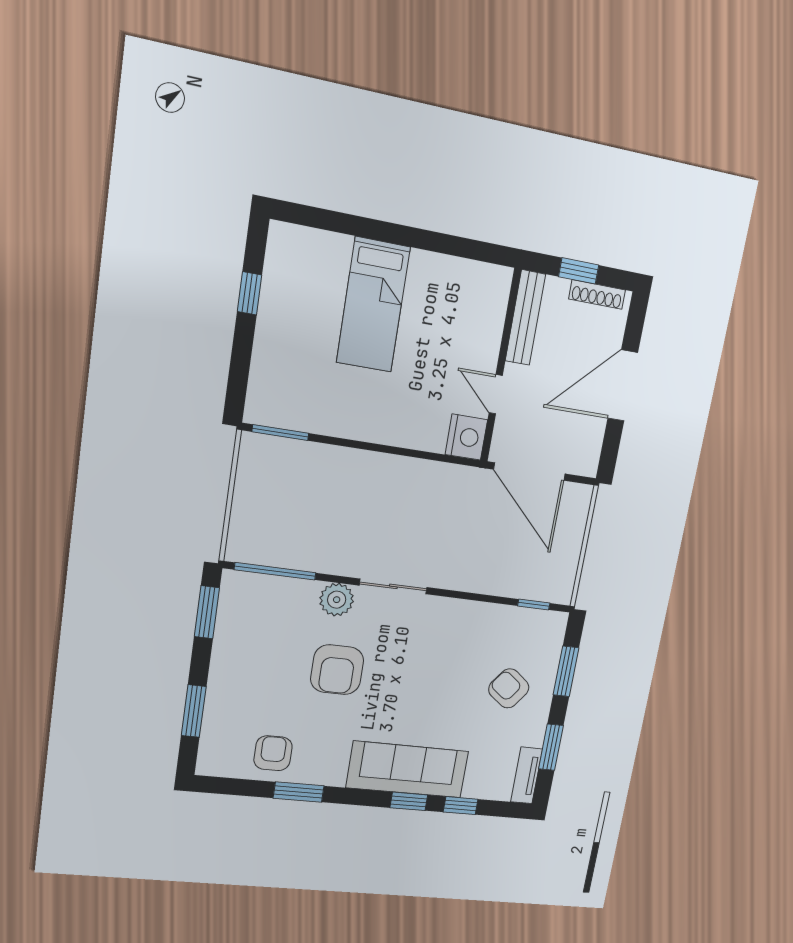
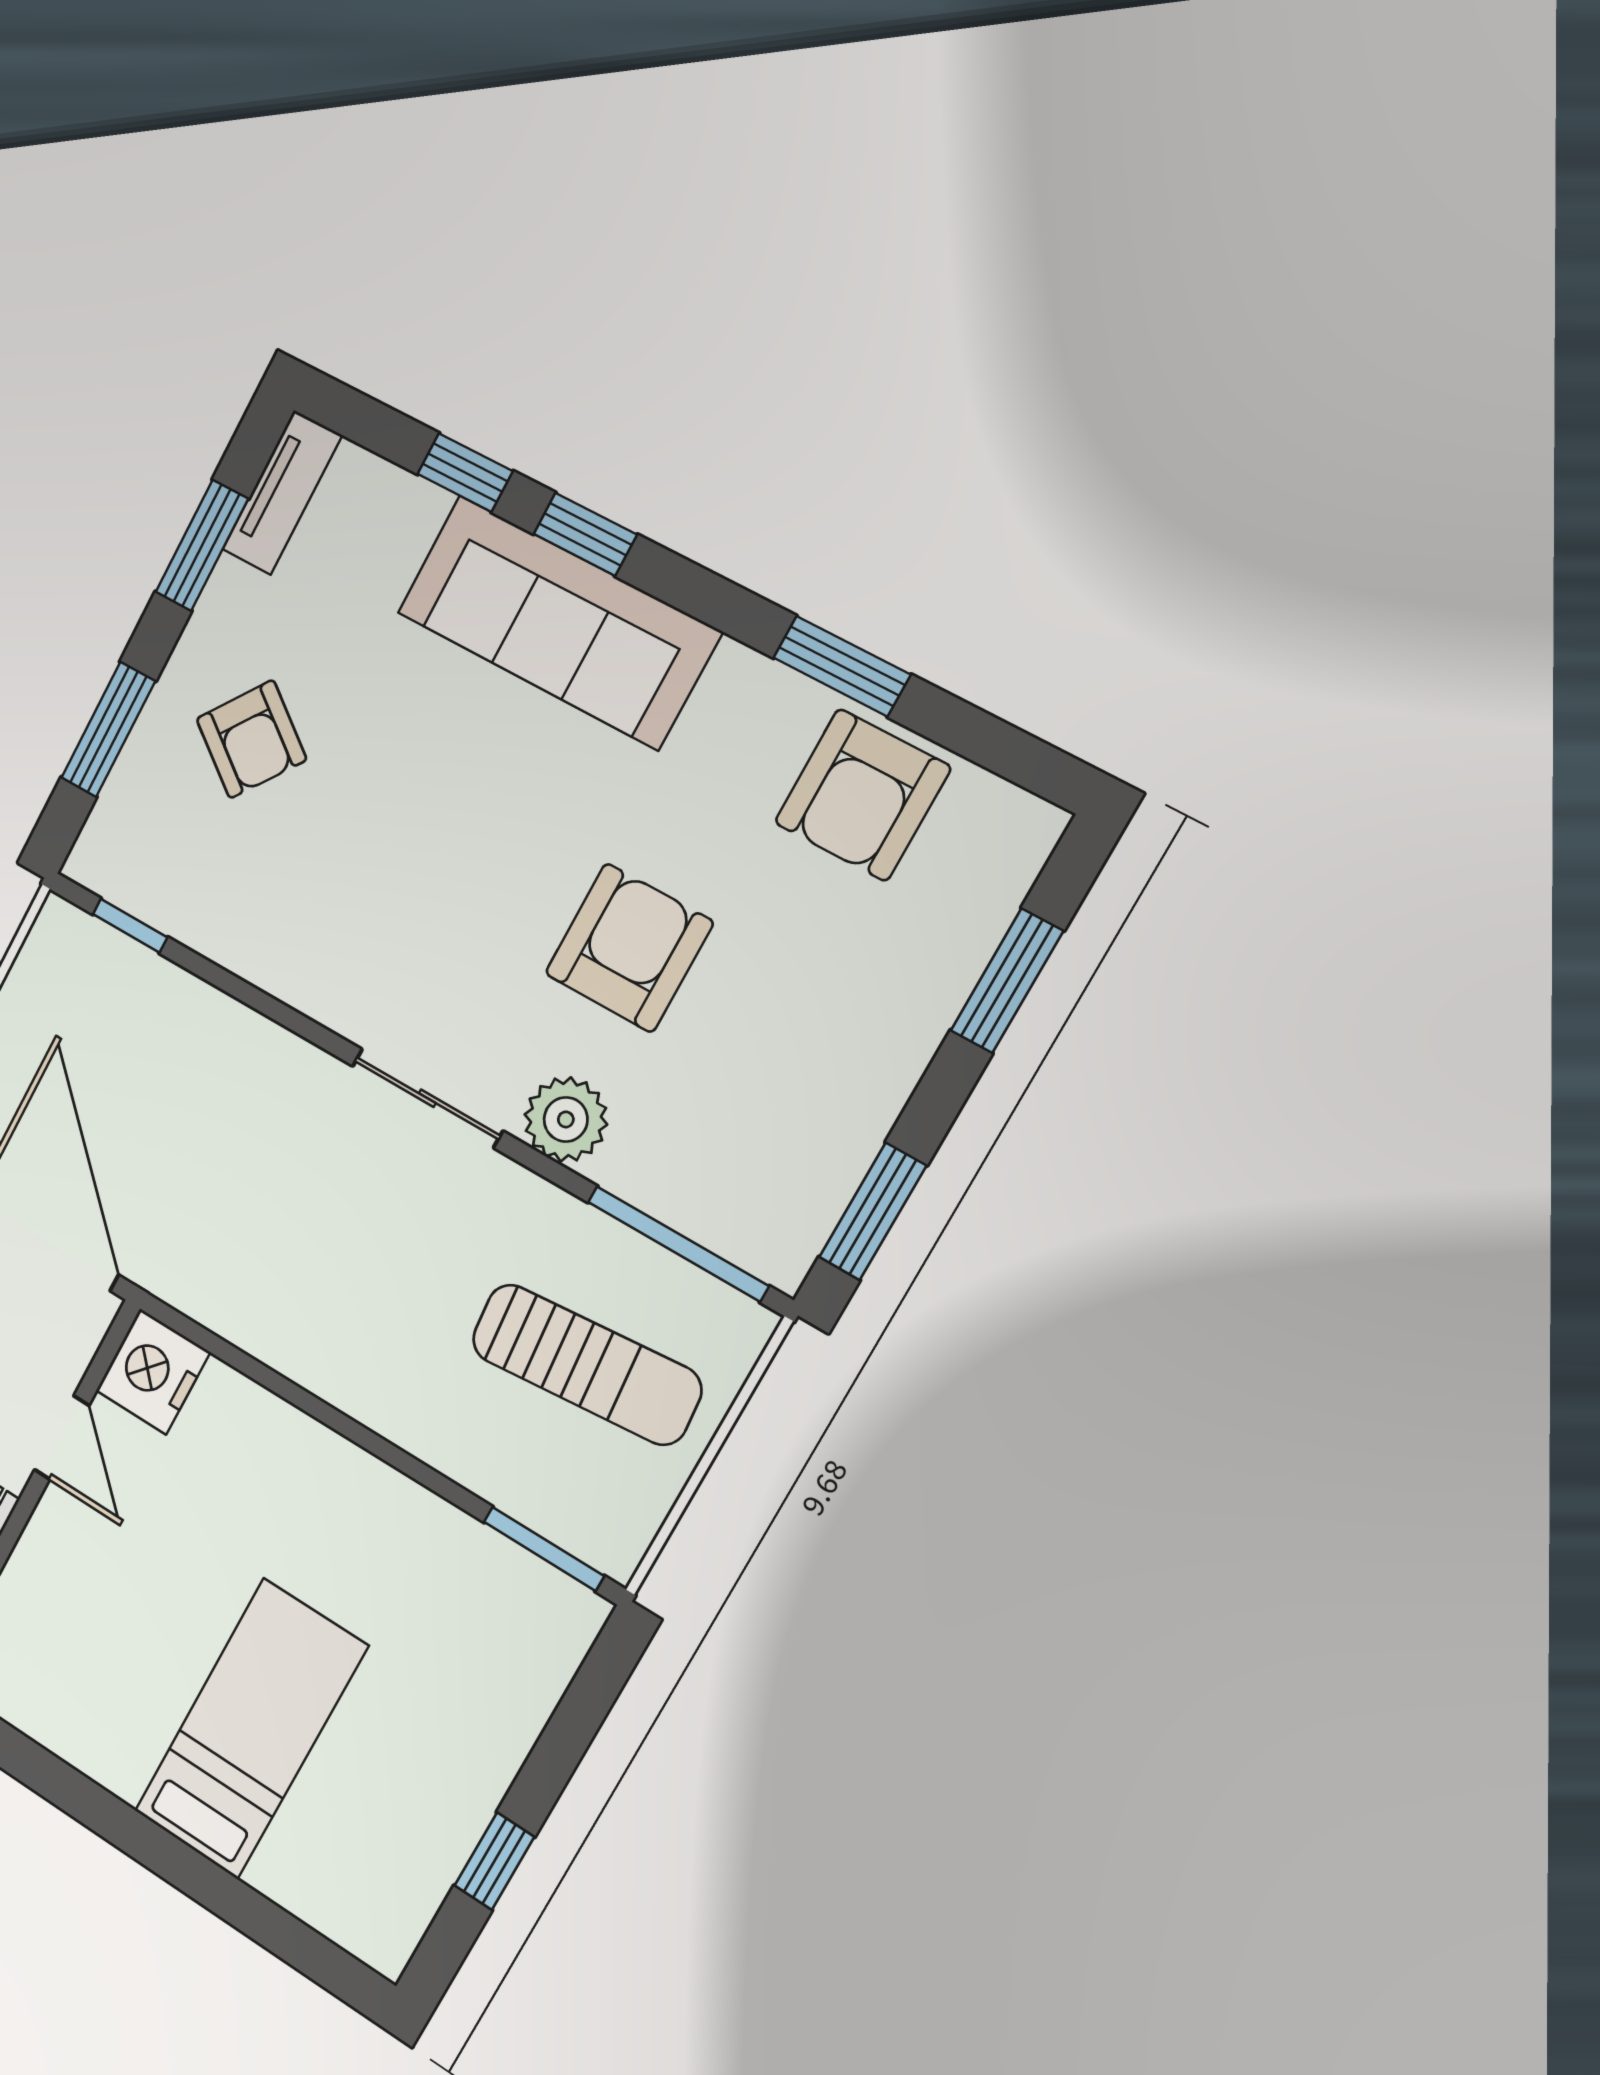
sun lounger: (292, 512) -> (586, 1364), added
armchair: (273, 753) -> (862, 795), width x1.38, depth x1.38

